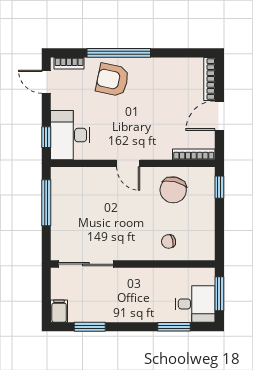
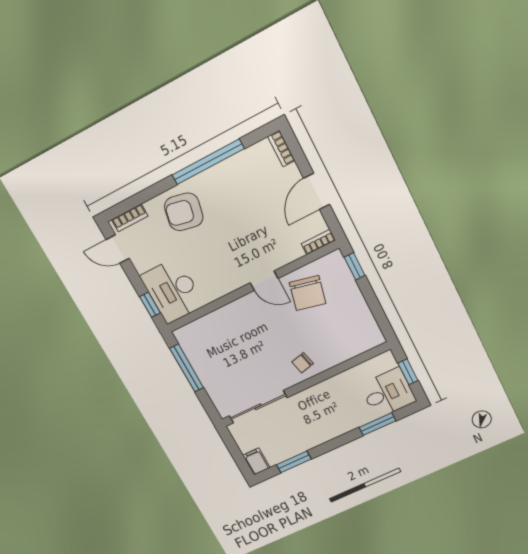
window: (119, 53) -> (208, 162), moved
bookcase: (209, 79) -> (281, 148), width x0.64
bookcase: (194, 154) -> (318, 242), width x0.64
door: (128, 163) -> (264, 281), moved
chair: (169, 241) -> (303, 363), moved
window: (219, 294) -> (408, 372), width x0.67

